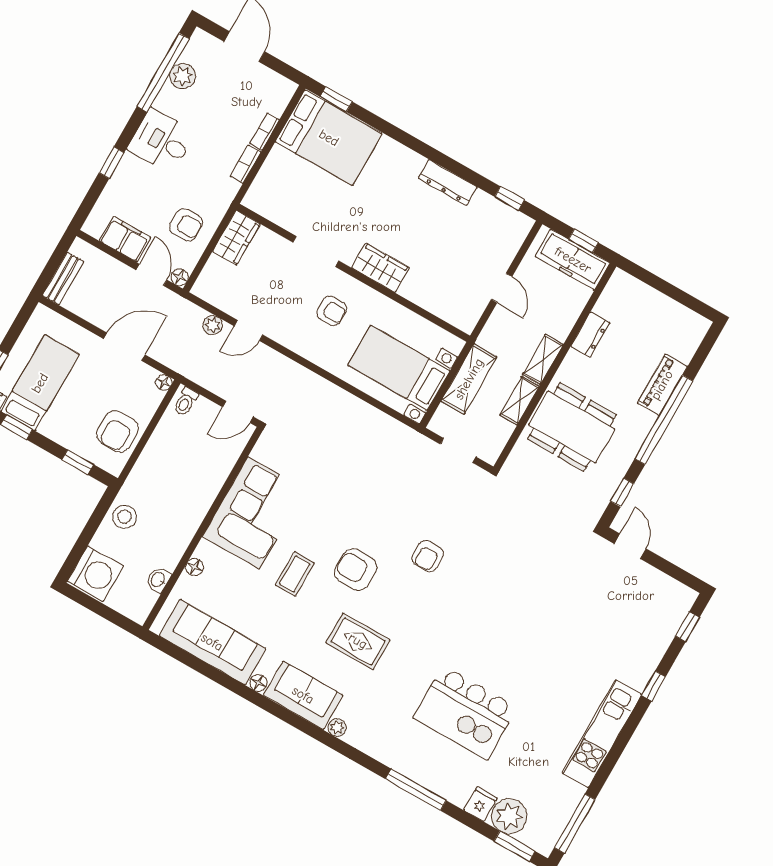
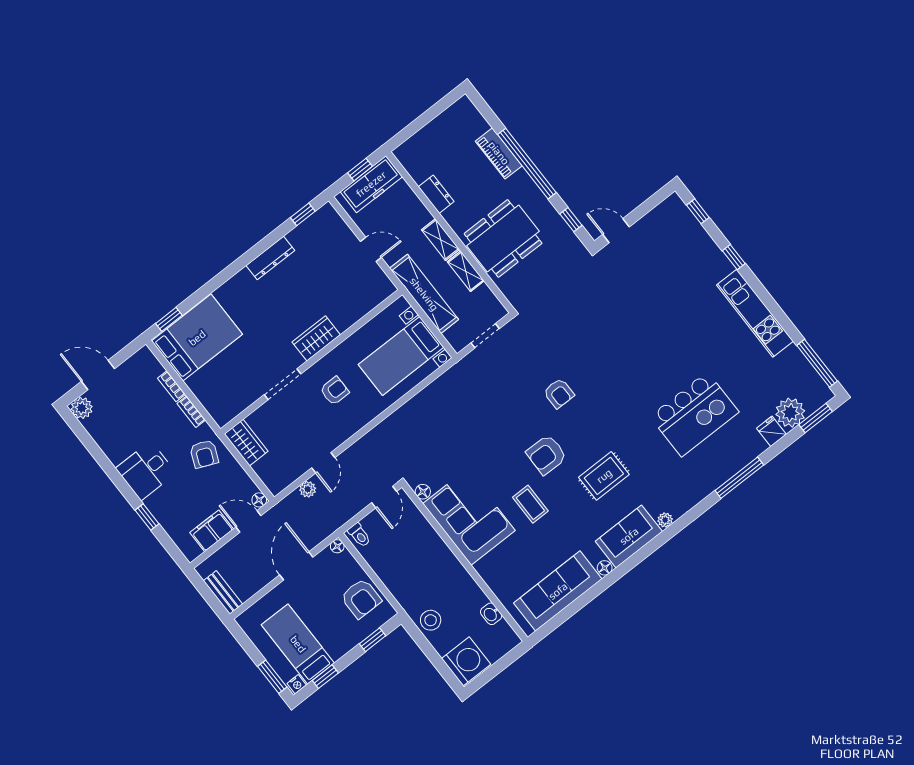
window: (163, 73) -> (92, 447), removed
plant: (183, 76) -> (82, 408), moved
armchair: (186, 225) -> (204, 454), moved, turned 113
shelving: (469, 379) -> (424, 294), width x1.47
floor lamp: (195, 567) -> (423, 492), moved

